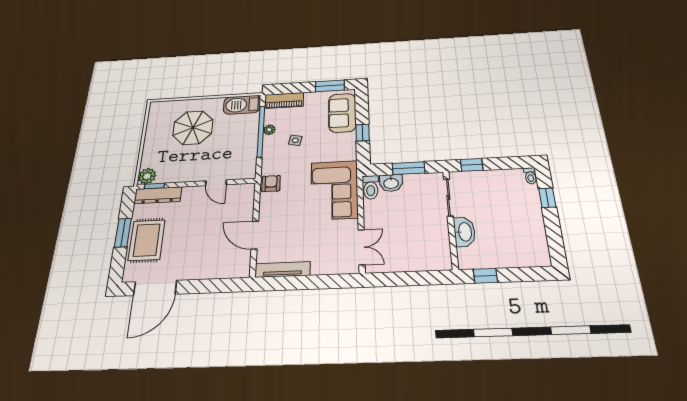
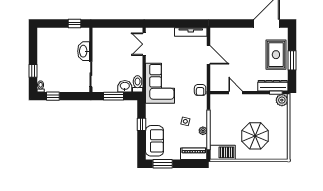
window: (472, 165) -> (53, 96), moved

